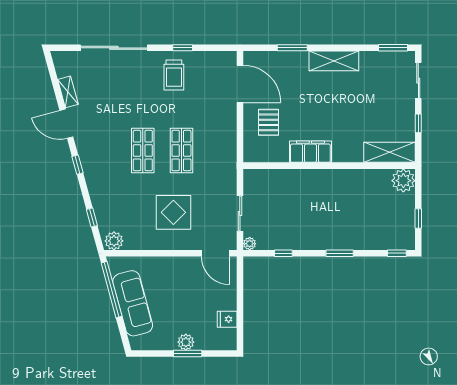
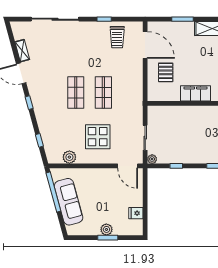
trolley: (174, 75) -> (117, 37), moved
plant: (114, 241) -> (69, 157), moved

